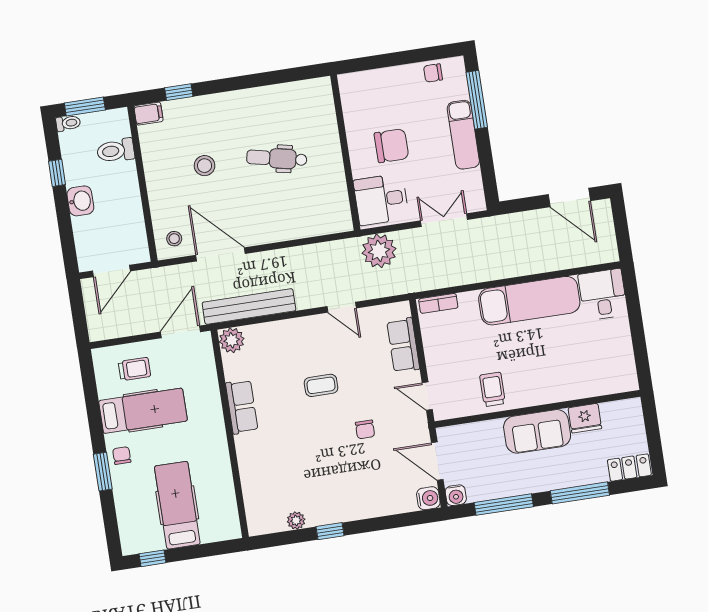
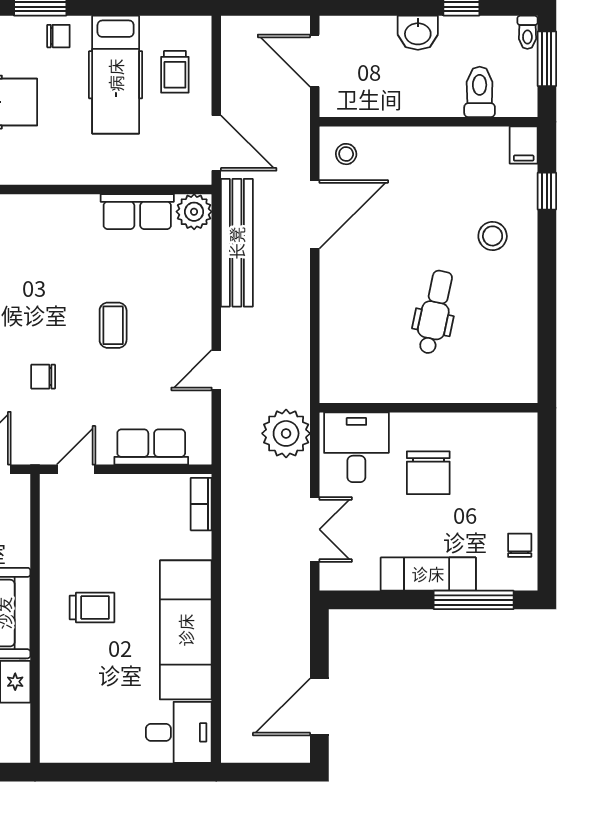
stool: (205, 166) -> (493, 236), moved
trolley: (493, 389) -> (92, 608), moved
row of seats: (242, 407) -> (137, 212), moved

